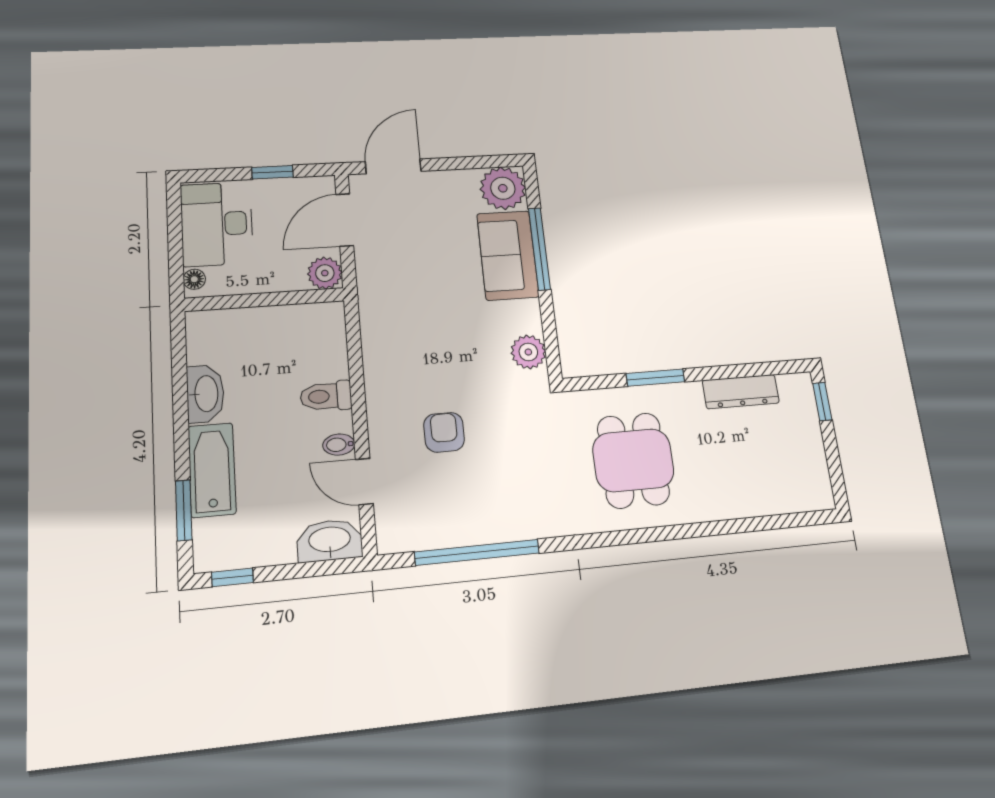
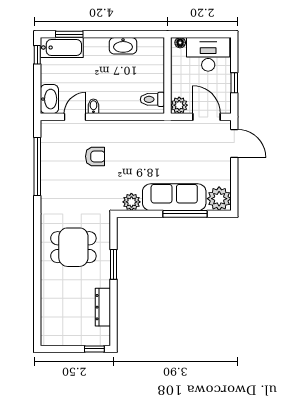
sofa: (508, 255) -> (174, 197), width x1.36
toilet: (326, 396) -> (152, 99), moved, turned -90
bathtub: (212, 470) -> (62, 47), moved

